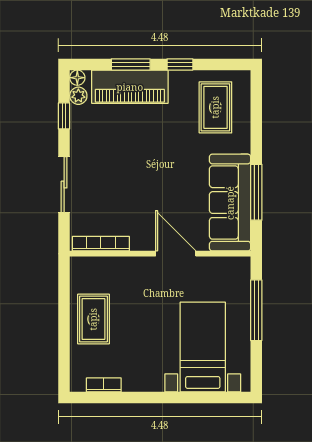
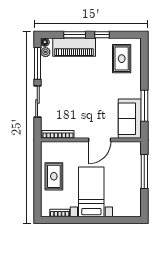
window: (64, 116) -> (37, 63), width x2.17
sofa: (230, 203) -> (130, 119), width x0.73
door: (176, 254) -> (100, 140), swing flipped
bed with nightstands: (203, 347) -> (91, 192), moved

